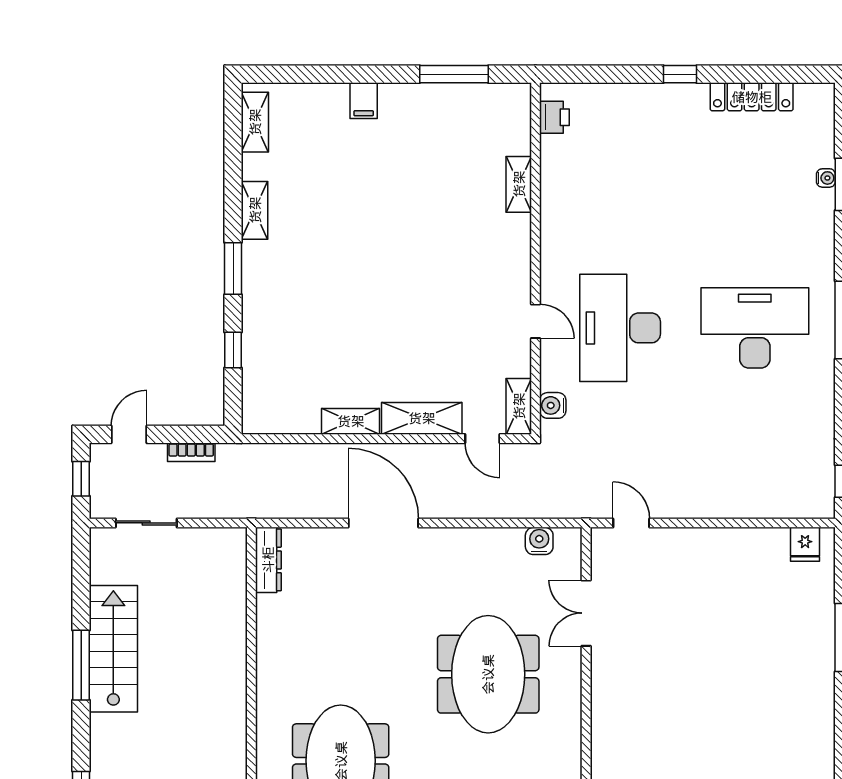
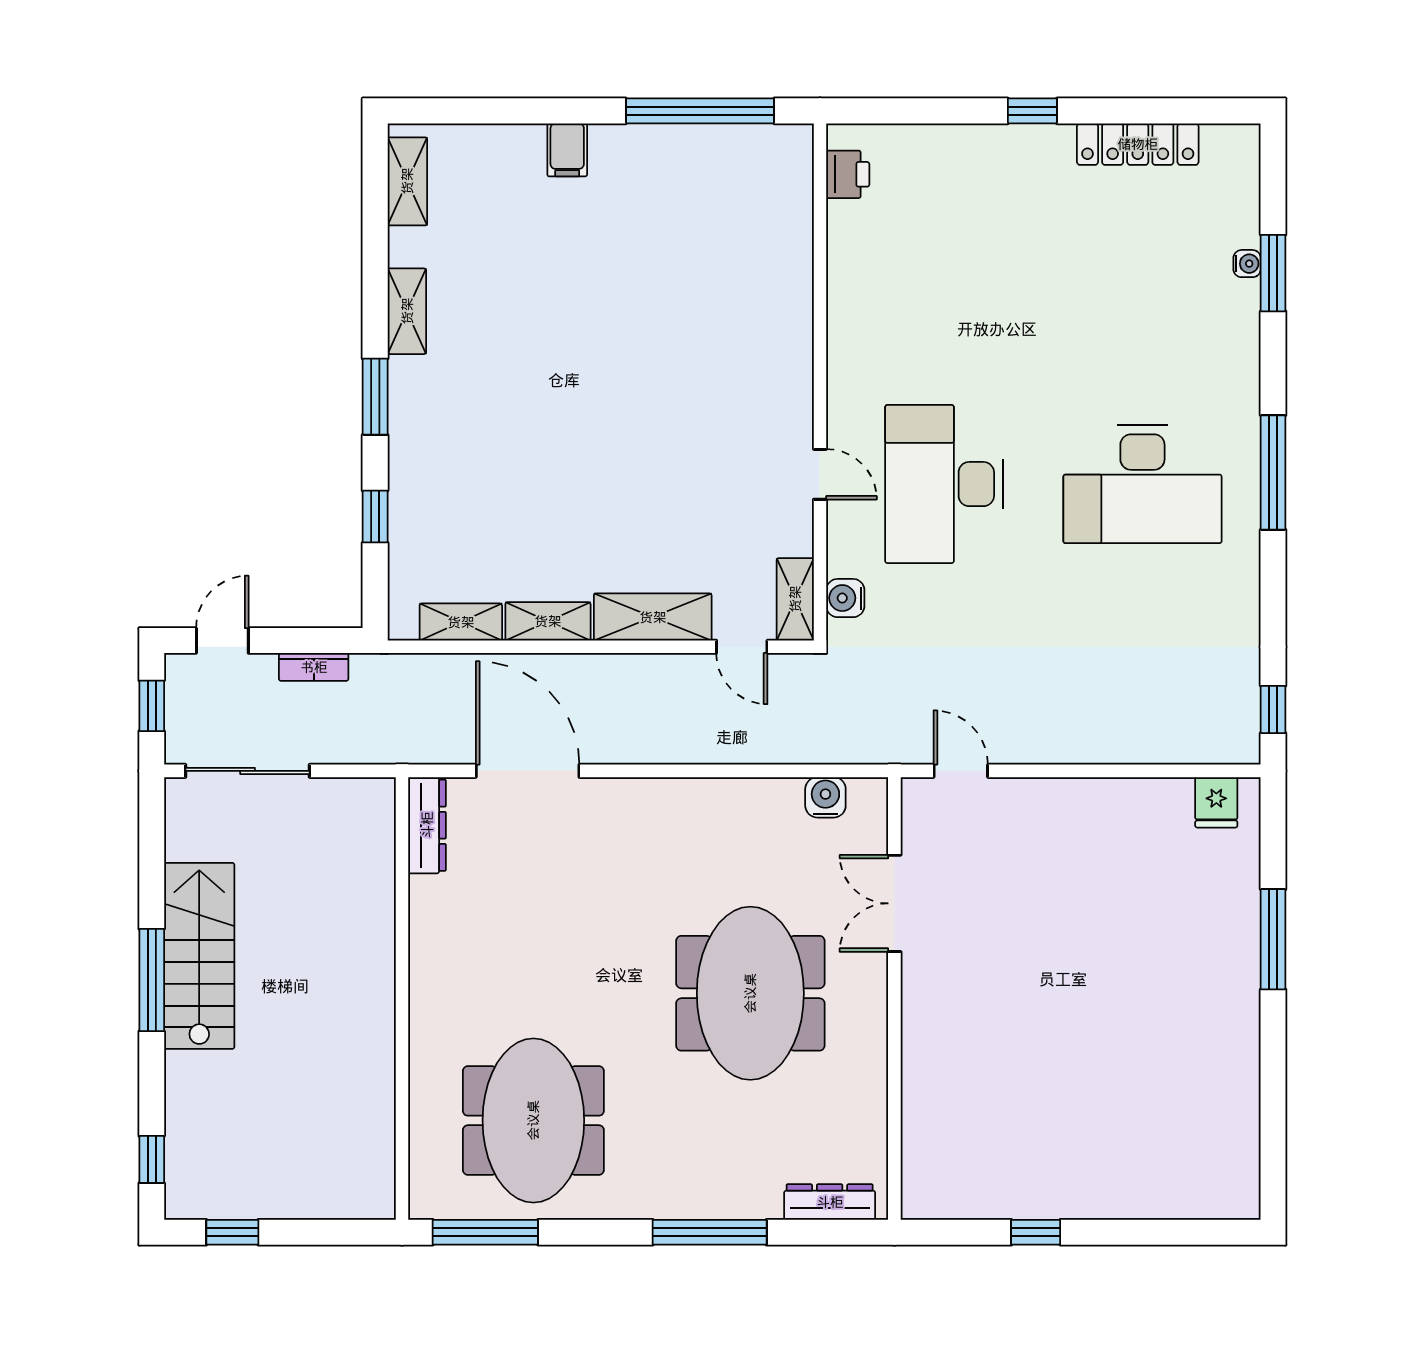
window: (454, 74) -> (700, 111), width x1.46
shelving: (519, 184) -> (461, 622), moved, turned 90
desk: (755, 328) -> (1142, 484), turned 180
sliding door: (146, 523) -> (247, 771), width x1.37
door: (383, 523) -> (528, 771), moved

